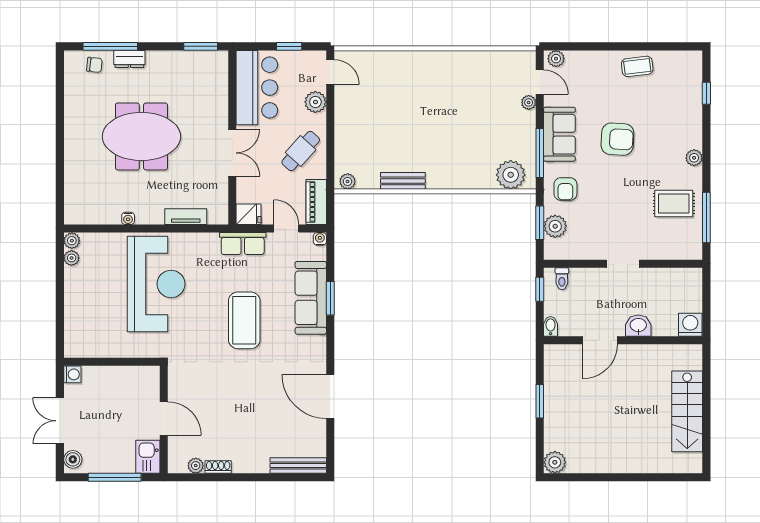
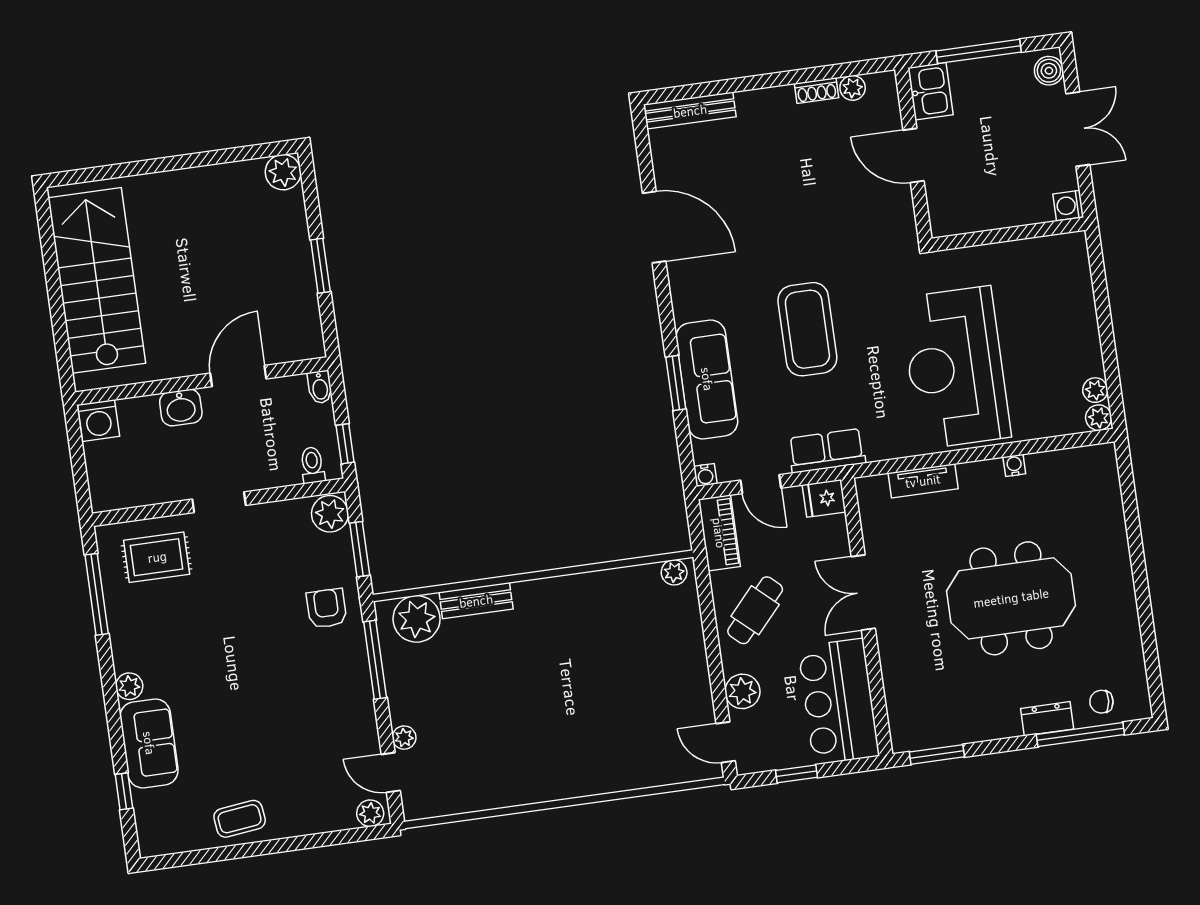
sofa: (559, 134) -> (149, 743), moved, turned 180
armchair: (617, 139) -> (255, 699), removed
bench: (403, 181) -> (476, 601), moved
rug: (674, 204) -> (157, 557), moved
plant: (555, 226) -> (330, 514), moved
stairs: (687, 411) -> (97, 280), width x1.36, depth x1.51

